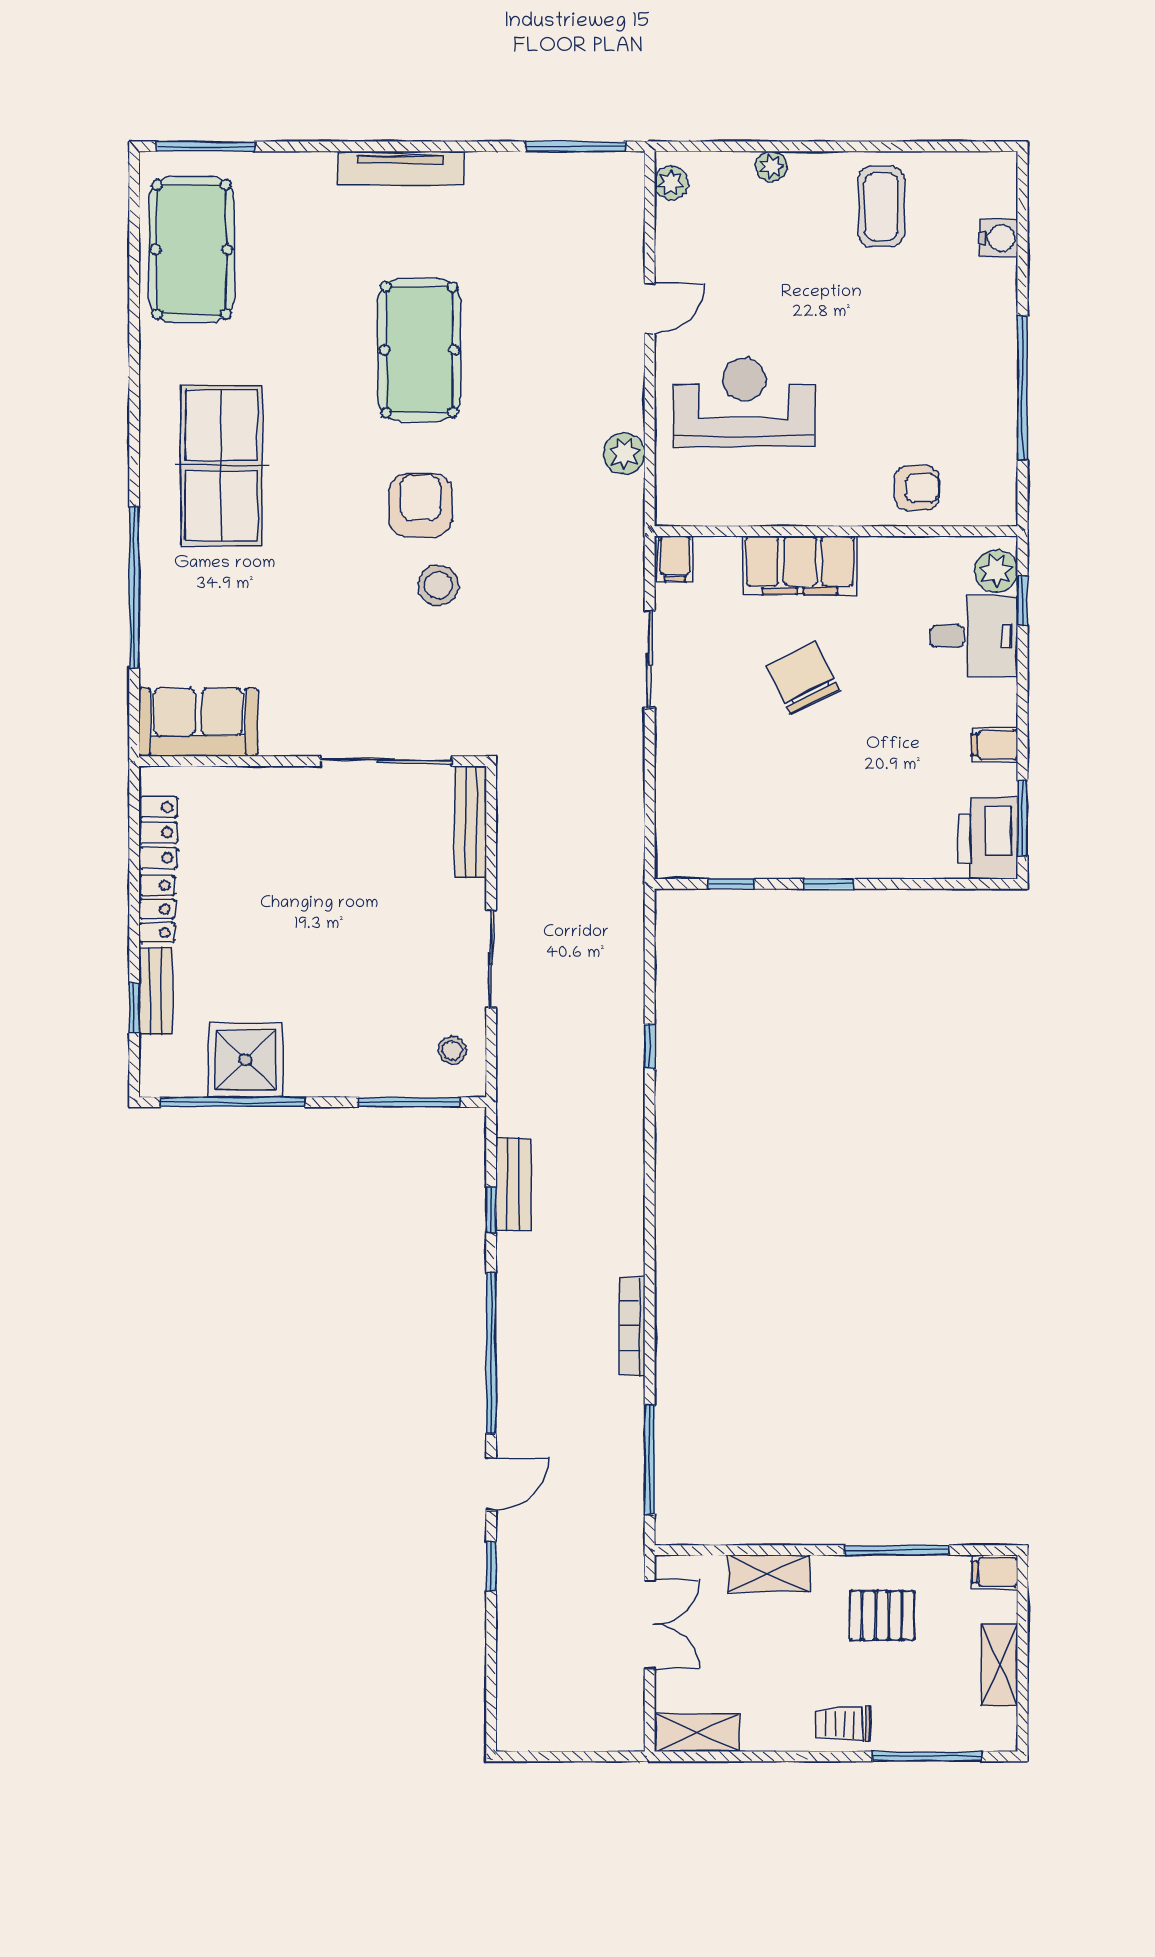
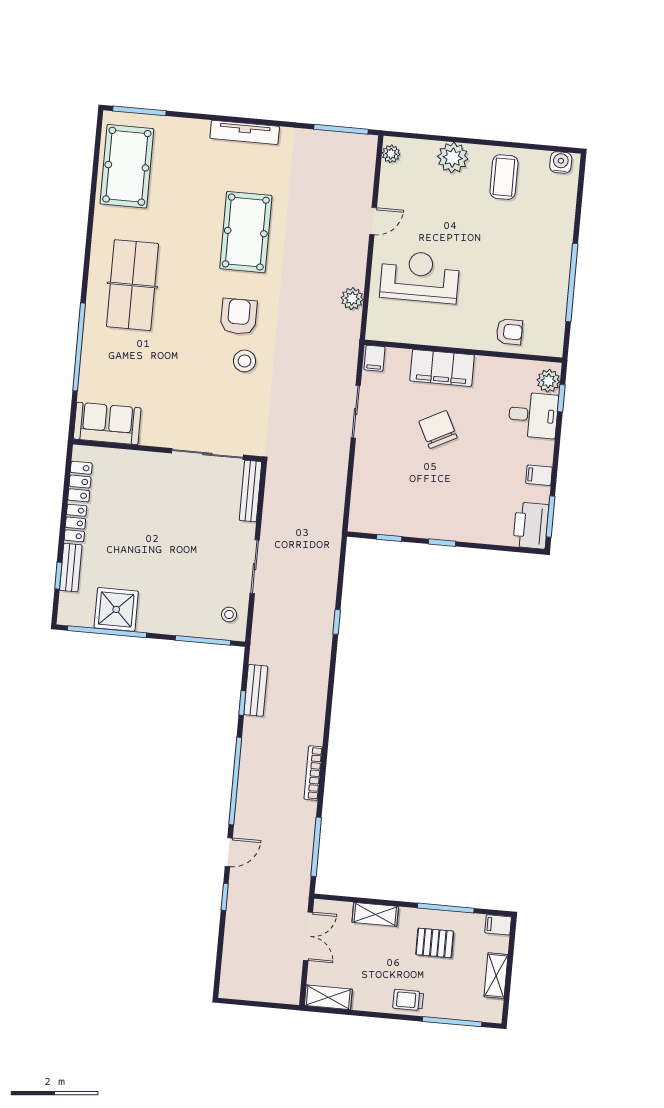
plant: (771, 166) -> (453, 158), width x1.87, depth x1.87
water cooler: (998, 238) -> (561, 162), moved, turned -90

